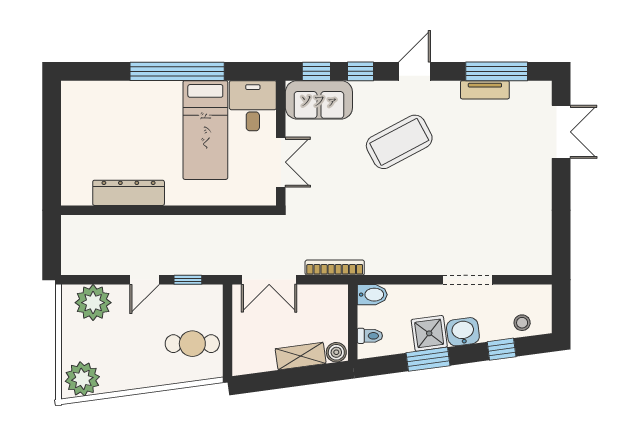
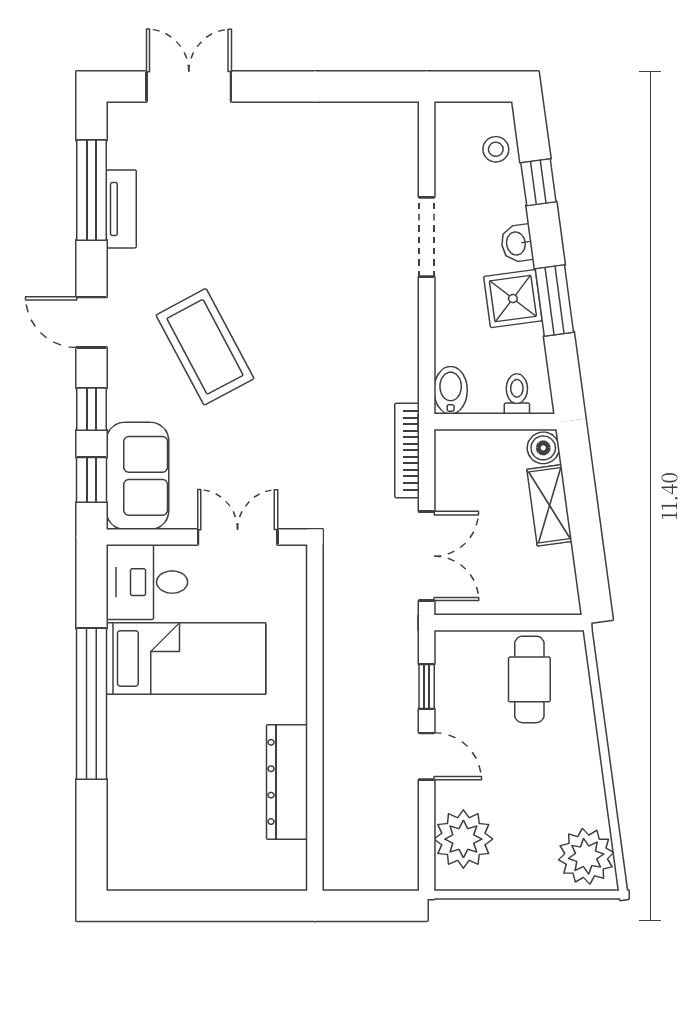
washbasin: (463, 332) -> (517, 243), width x0.72, depth x0.69

